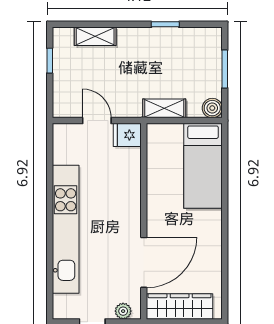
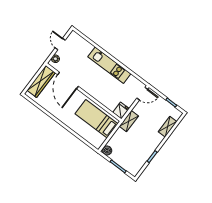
shelving: (164, 108) -> (129, 121), moved
door: (97, 121) -> (142, 94), moved
bed: (203, 166) -> (97, 119), moved
kitchen unit: (66, 229) -> (109, 65), width x0.73

